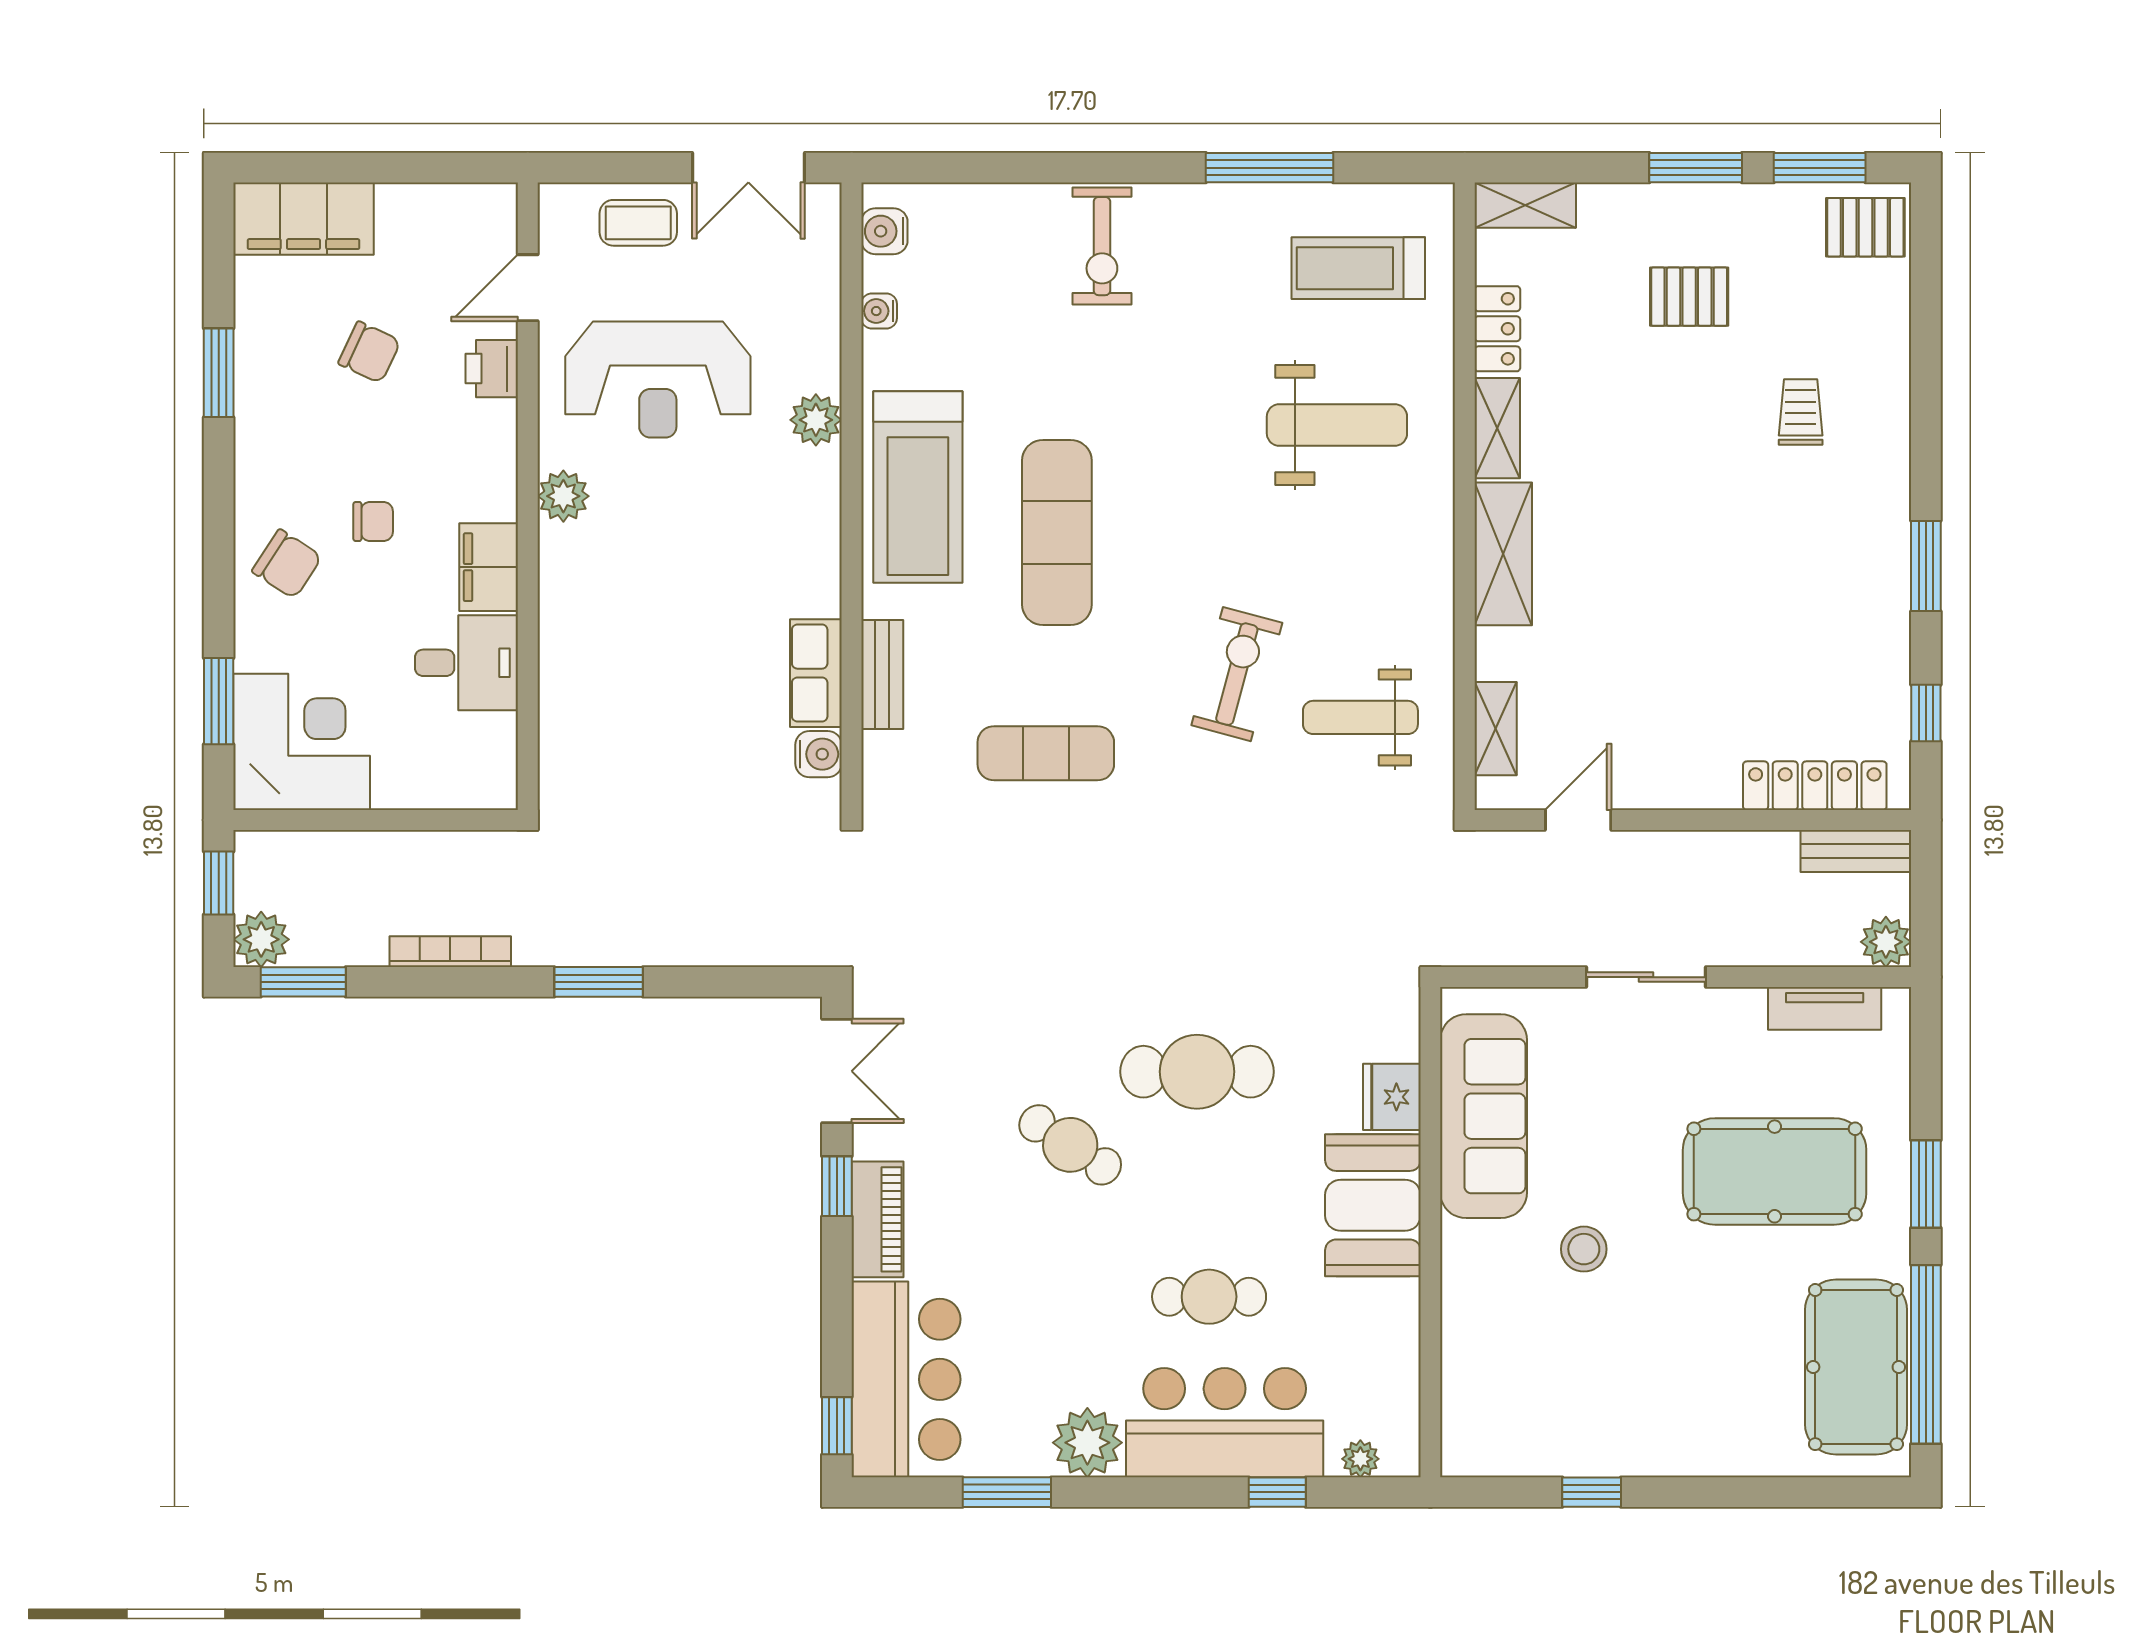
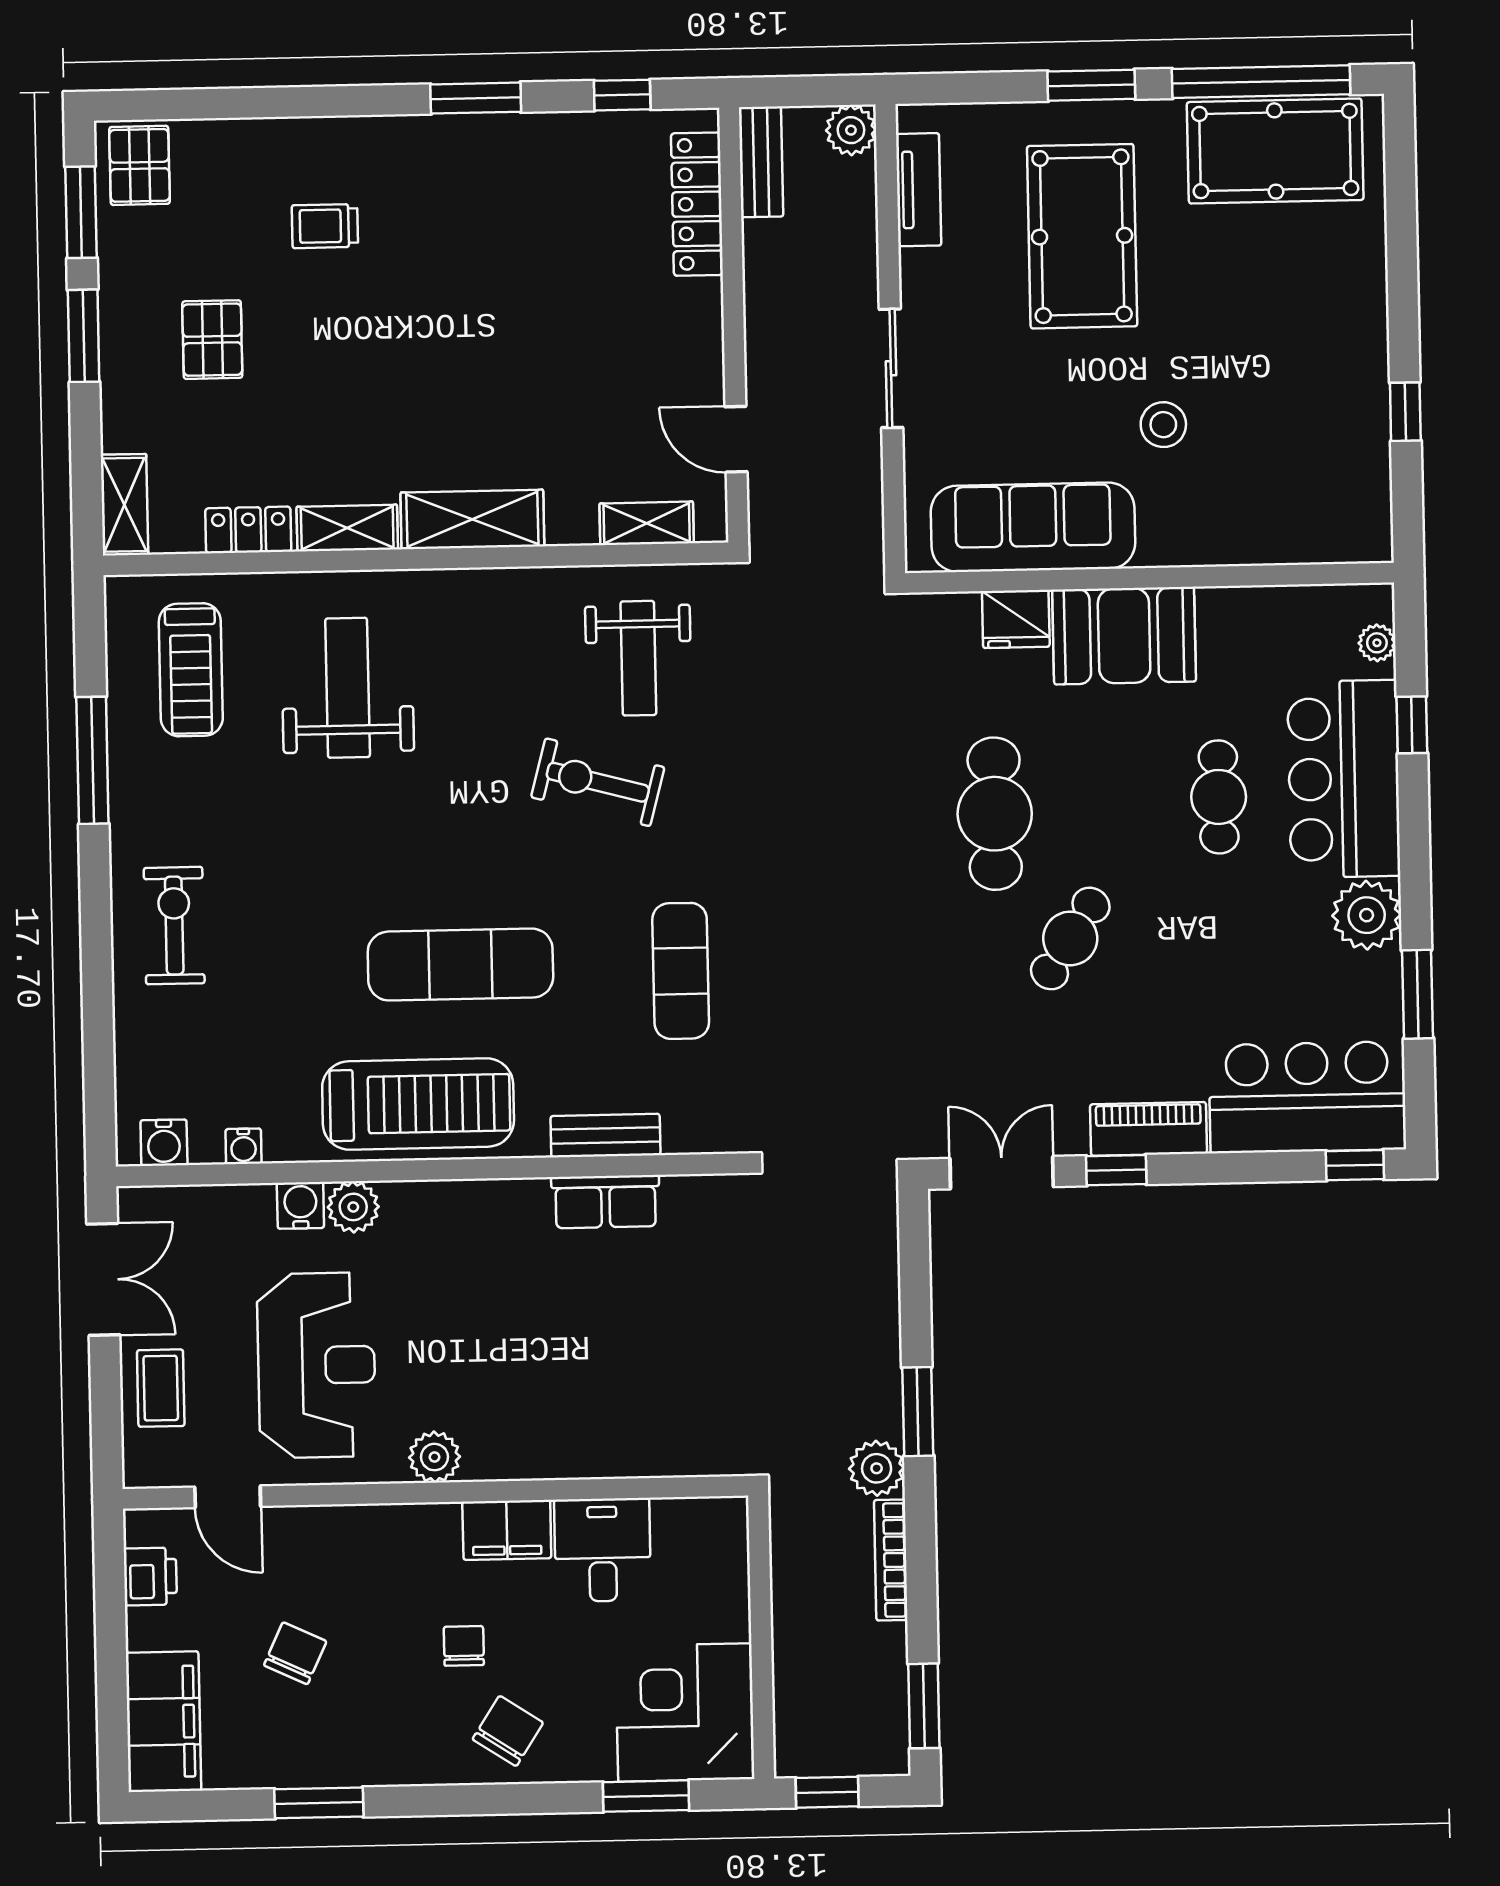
exercise bike: (1102, 246) -> (174, 926), turned -90
printer: (492, 369) -> (150, 1576), moved, turned -90
water cooler: (819, 754) -> (300, 1205), moved
plant: (261, 939) -> (877, 1468), moved

